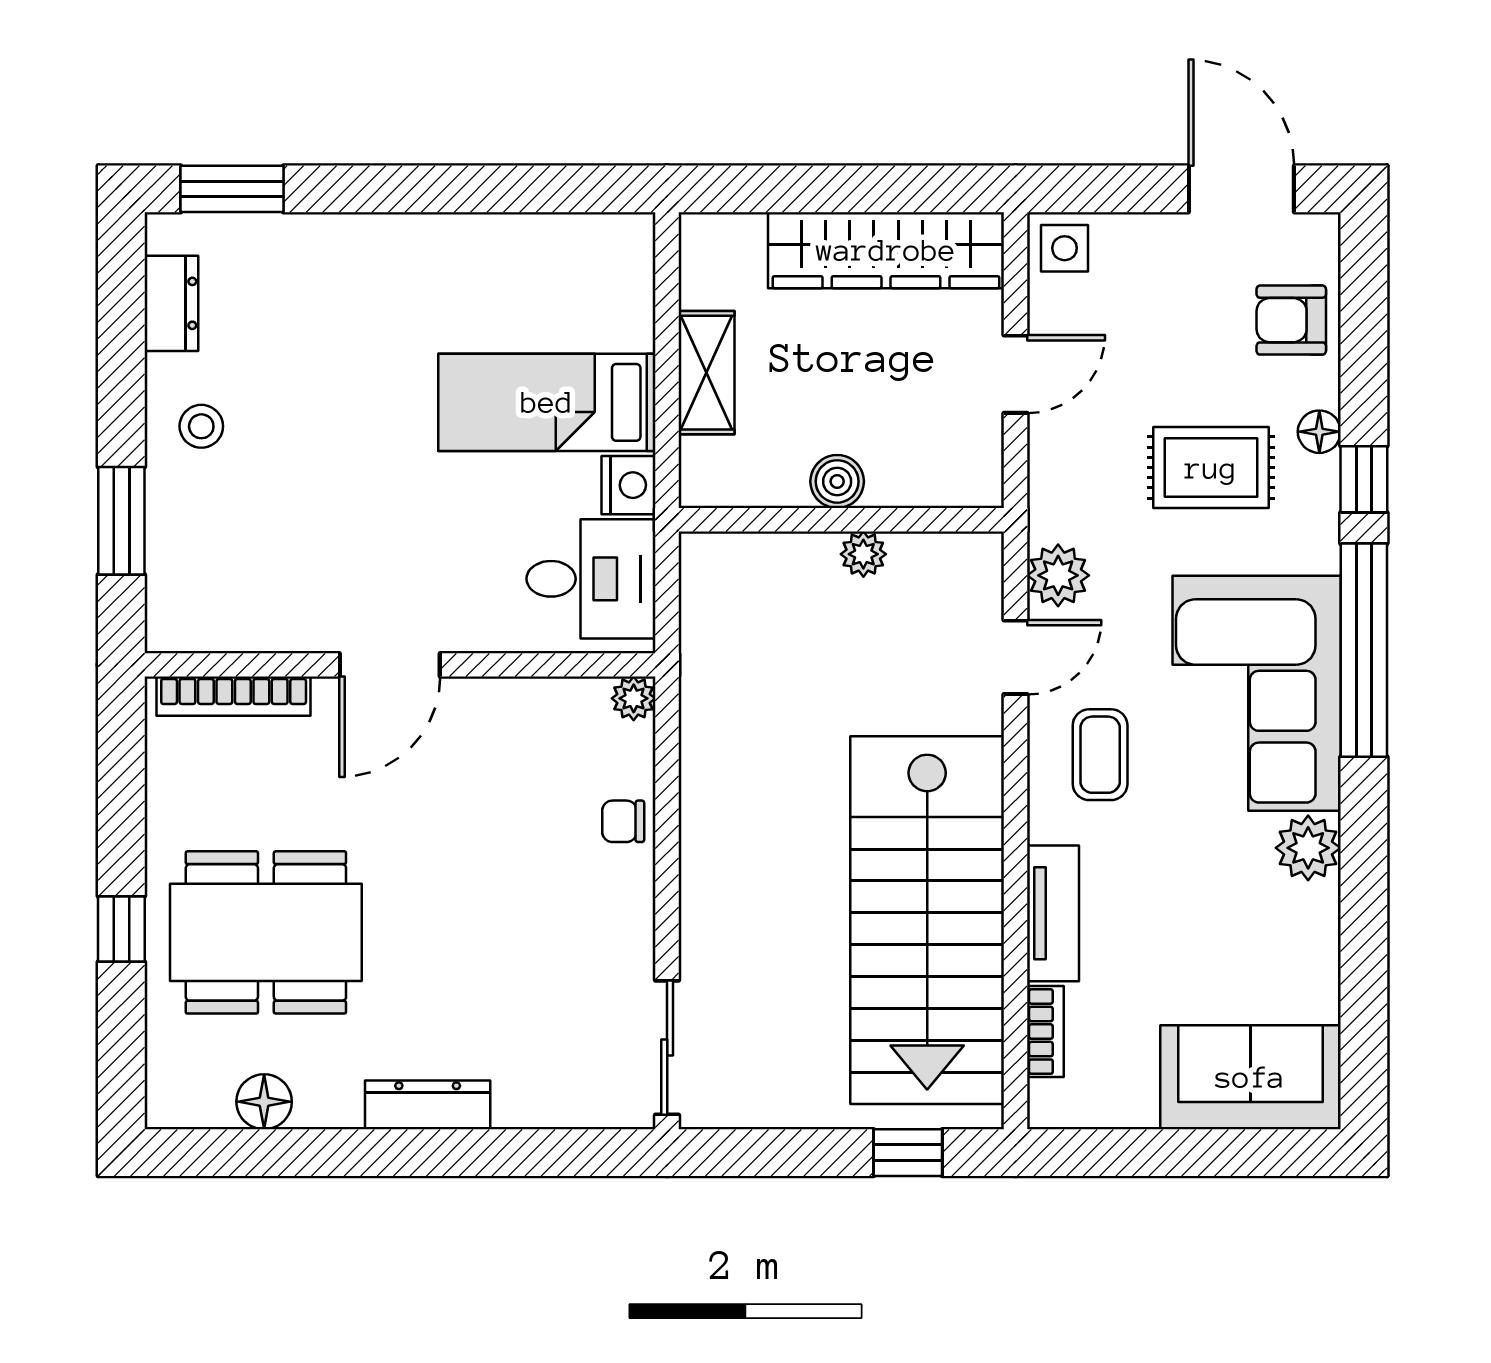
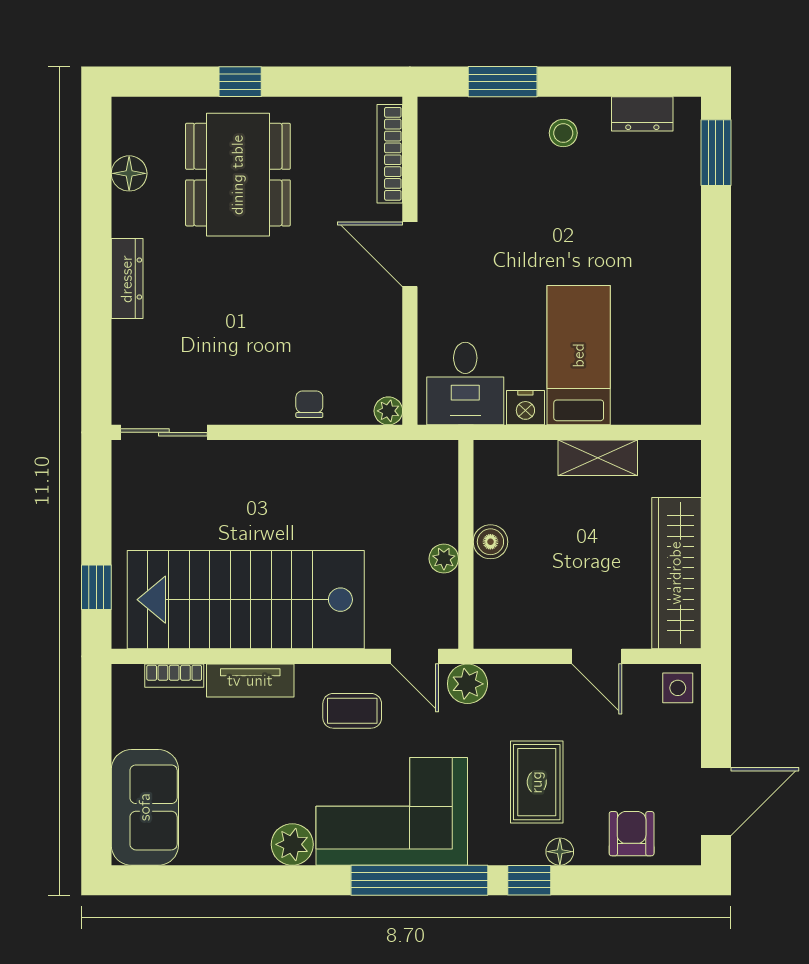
boiler: (837, 481) -> (490, 542), moved
wall: (841, 520) -> (466, 544), moved
plant: (863, 554) -> (444, 559), moved

